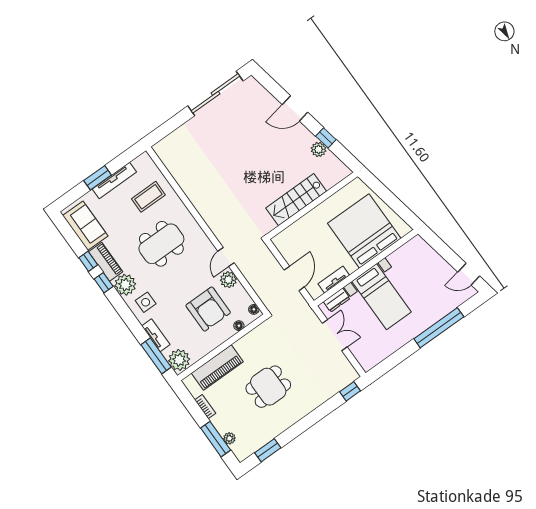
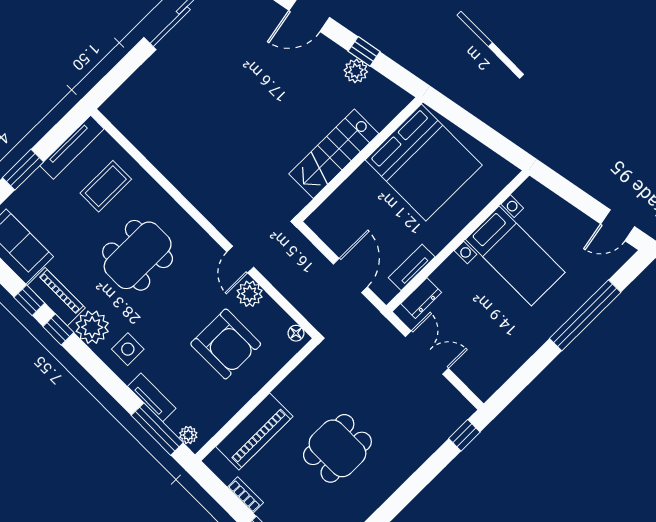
tv unit: (114, 180) -> (72, 147), moved
bed: (364, 231) -> (424, 163), moved, turned 180
bed with nightstands: (382, 297) -> (515, 256), moved
floor lamp: (239, 326) -> (277, 362), removed
plant: (179, 360) -> (188, 435), width x0.53, depth x0.53

